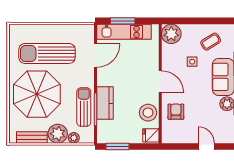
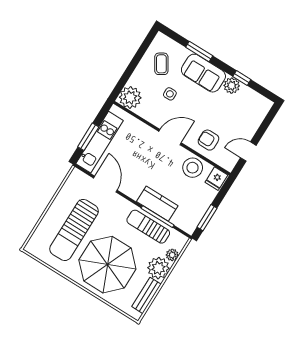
door: (206, 147) -> (248, 152), moved

